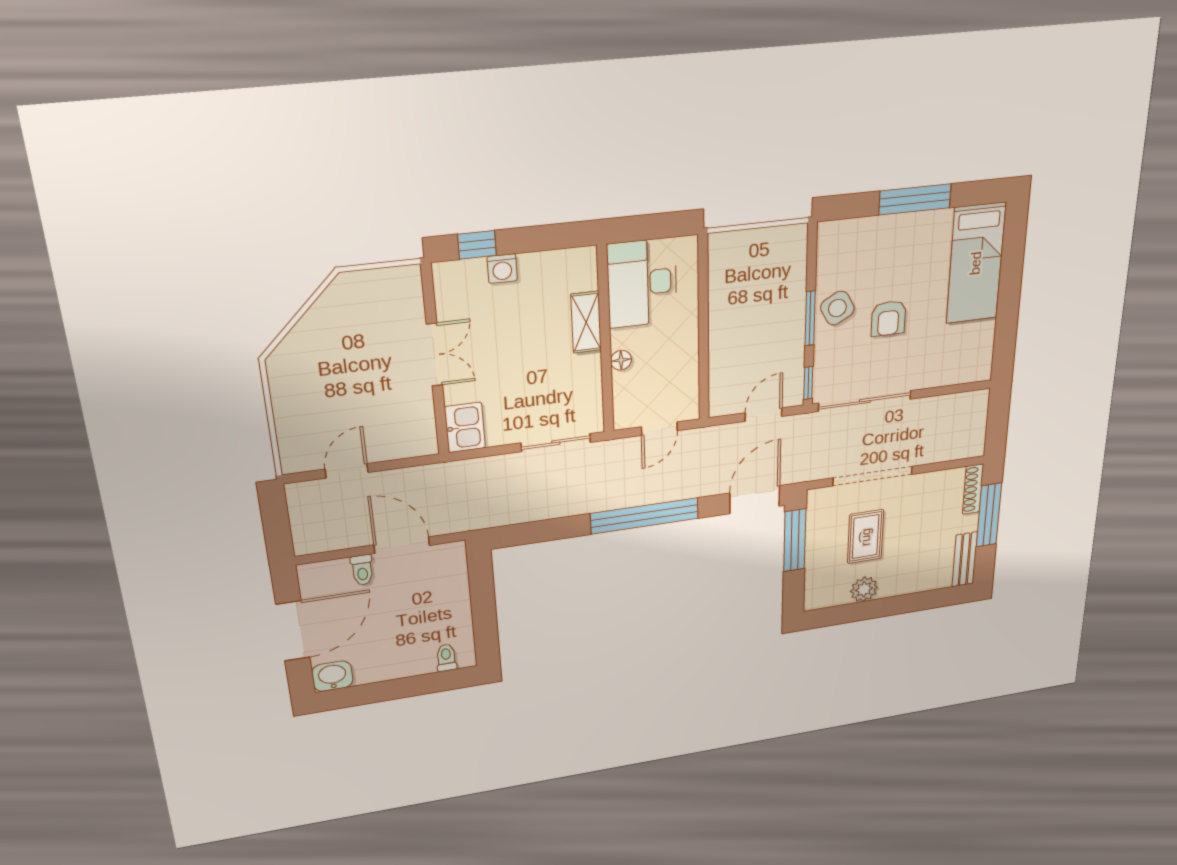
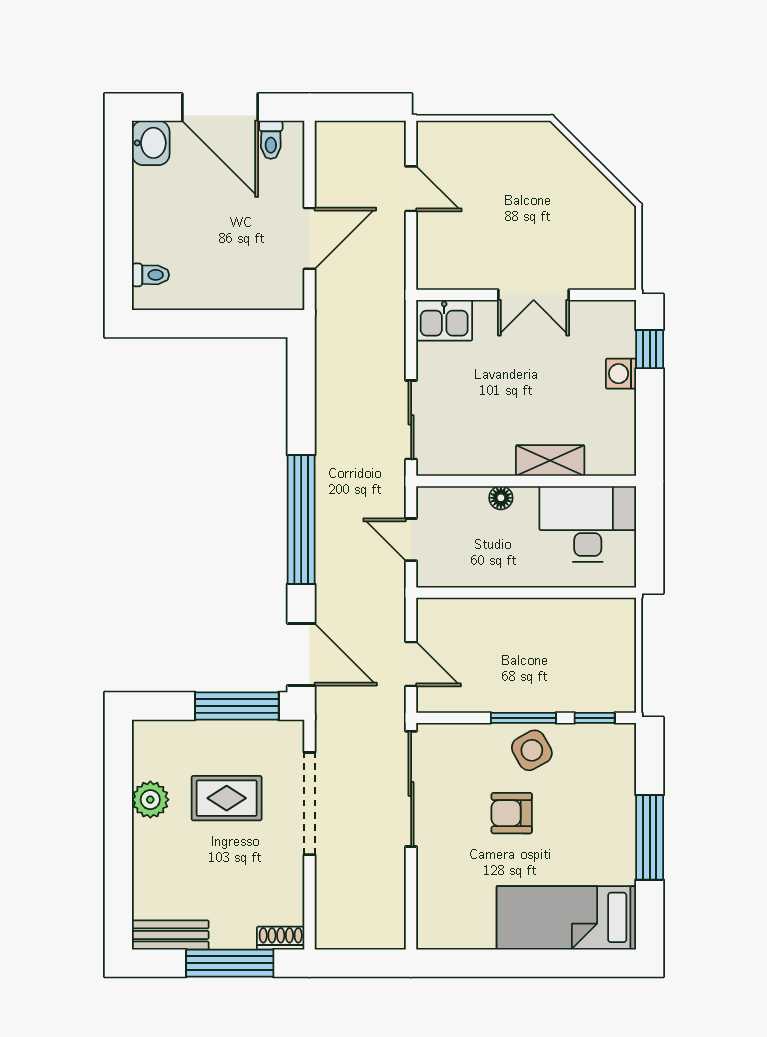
window: (808, 383) -> (595, 718), moved
shoe rack: (973, 489) -> (281, 938), width x0.70
toilet: (362, 570) -> (271, 140), moved, turned -90

